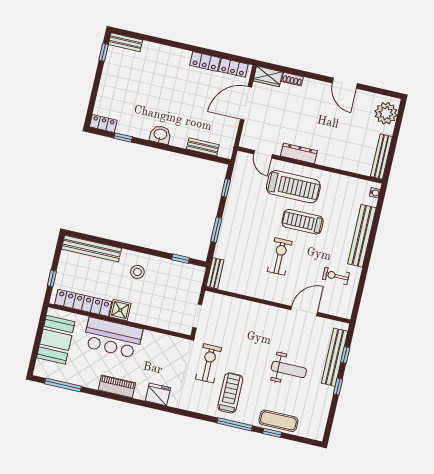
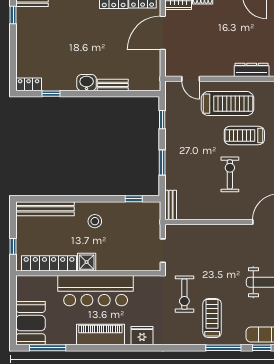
bench: (203, 147) -> (113, 85), moved
dresser: (299, 153) -> (252, 70), moved
bar counter: (113, 338) -> (96, 291), width x1.36
booth: (56, 340) -> (31, 323), moved
exercise bike: (209, 363) -> (184, 294), turned 180
piano: (117, 386) -> (100, 335), width x1.37, depth x1.33

